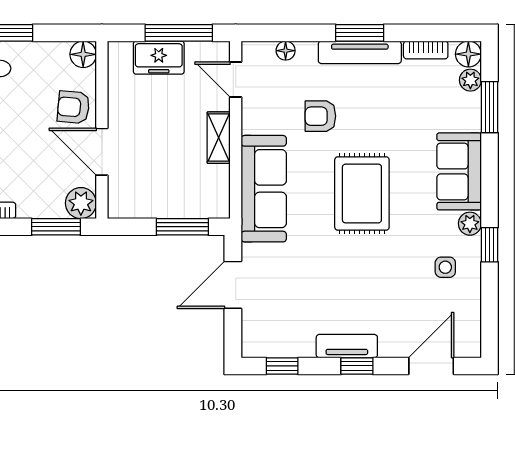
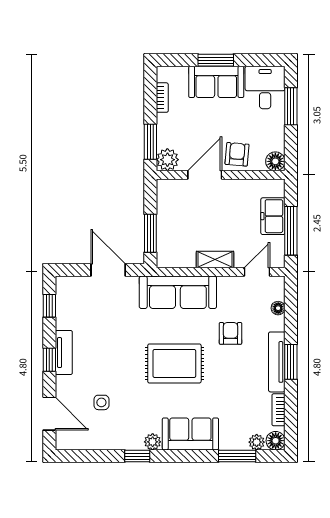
side table: (445, 267) -> (101, 402), moved

